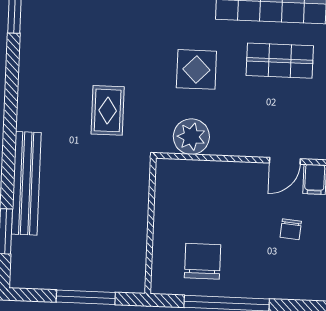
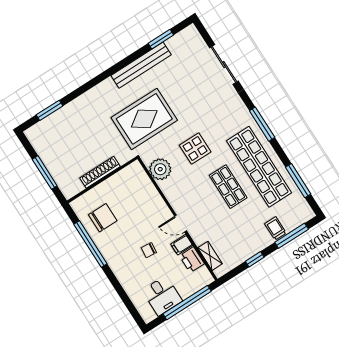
rug: (108, 110) -> (144, 119), width x1.86, depth x2.06
bench: (26, 183) -> (141, 65), moved
shoe rack: (138, 222) -> (100, 172), added

